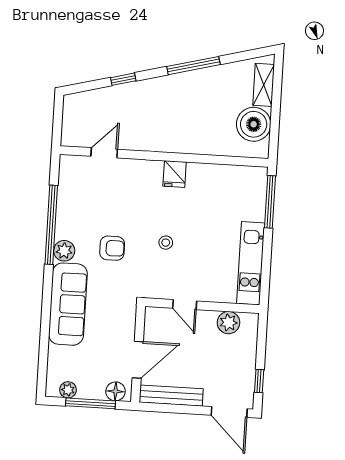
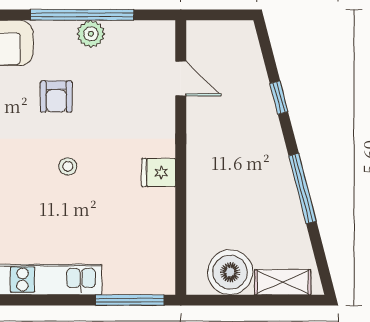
plant: (64, 251) -> (91, 34), moved

